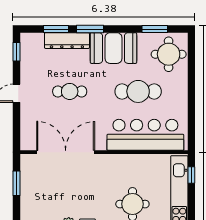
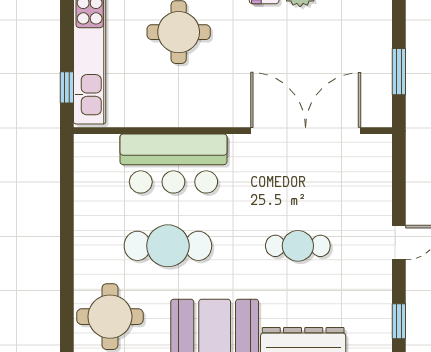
bar counter: (145, 135) -> (173, 164), width x0.73
double door: (66, 152) -> (306, 131), swing flipped

